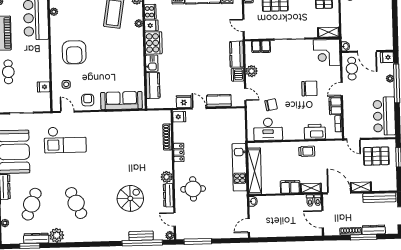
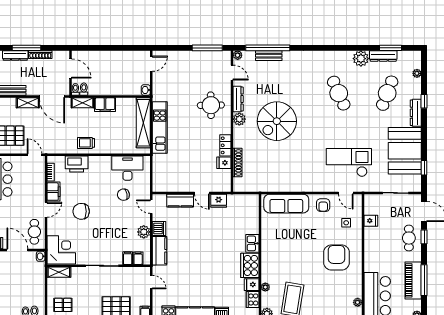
kitchen counter: (153, 85) -> (252, 219), removed
fridge: (179, 117) -> (224, 163), moved
spiral stairs: (130, 198) -> (277, 121), moved, width x1.37, depth x1.37

